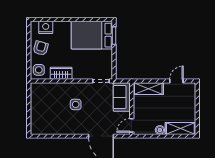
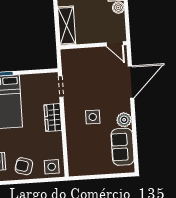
wardrobe: (61, 73) -> (53, 118), moved
sofa: (122, 97) -> (123, 147), moved, turned 90
plant: (72, 129) -> (124, 120), added

